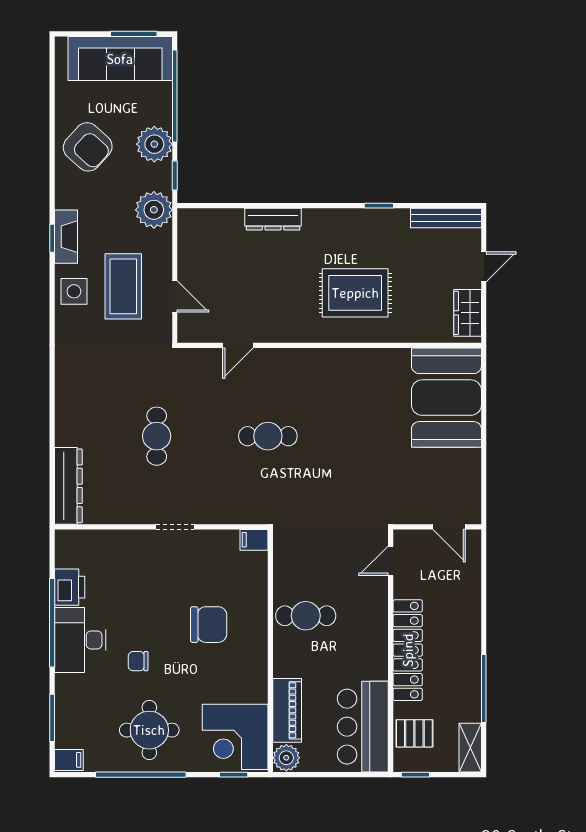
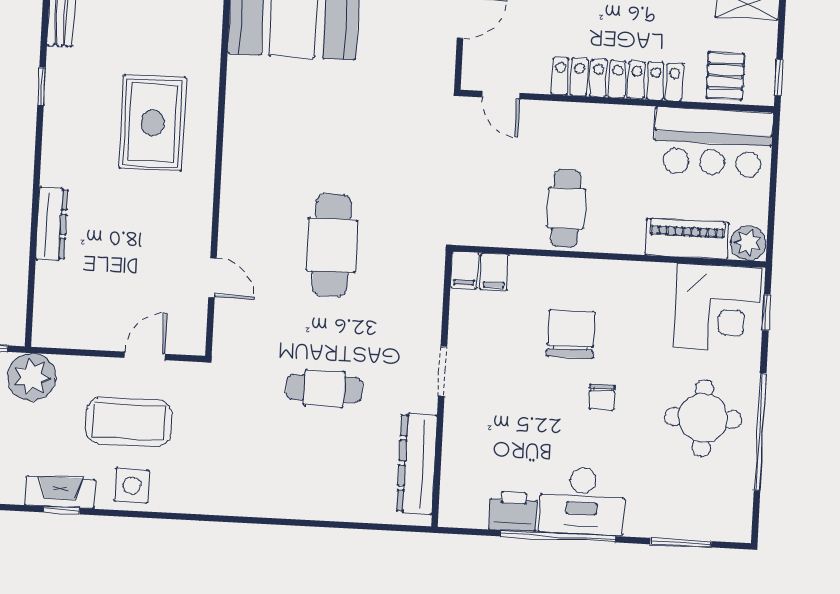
cafe table: (268, 436) -> (332, 245), width x1.37, depth x1.35
dresser: (68, 486) -> (417, 464), moved, turned -90
chair: (138, 661) -> (602, 397), moved
filing cabinet: (69, 760) -> (494, 272), moved, turned 180

